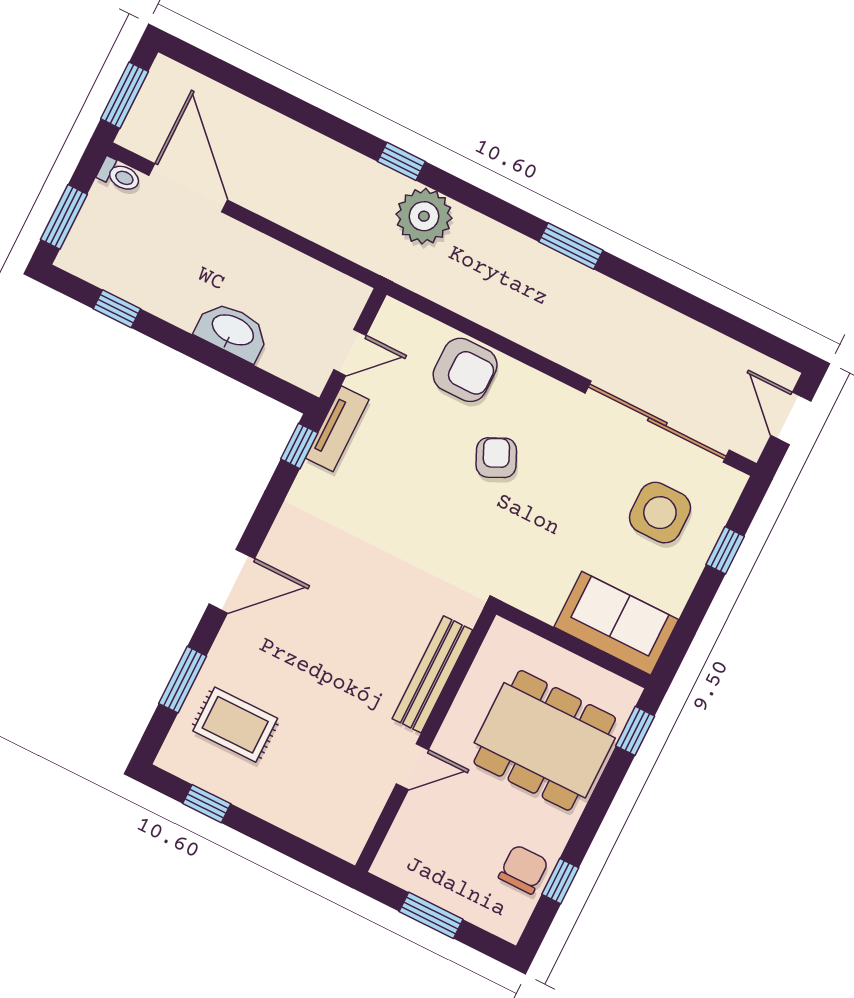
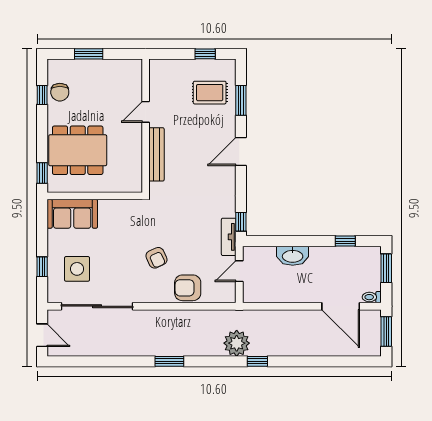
bench: (432, 674) -> (156, 154), moved
wall: (426, 740) -> (146, 126), moved
door: (412, 767) -> (146, 112), moved

